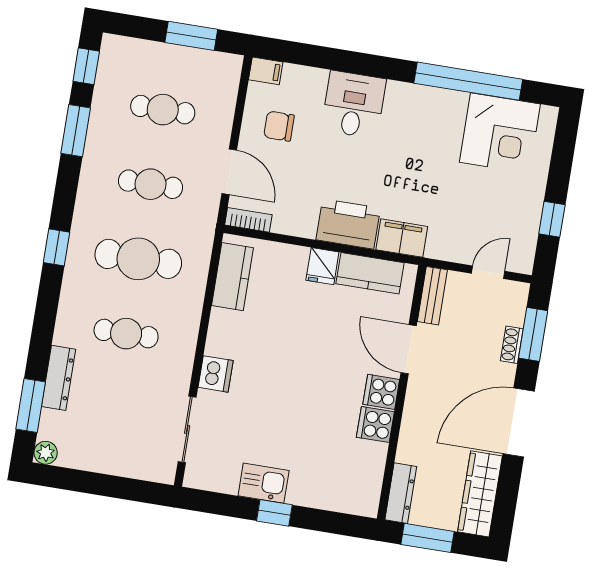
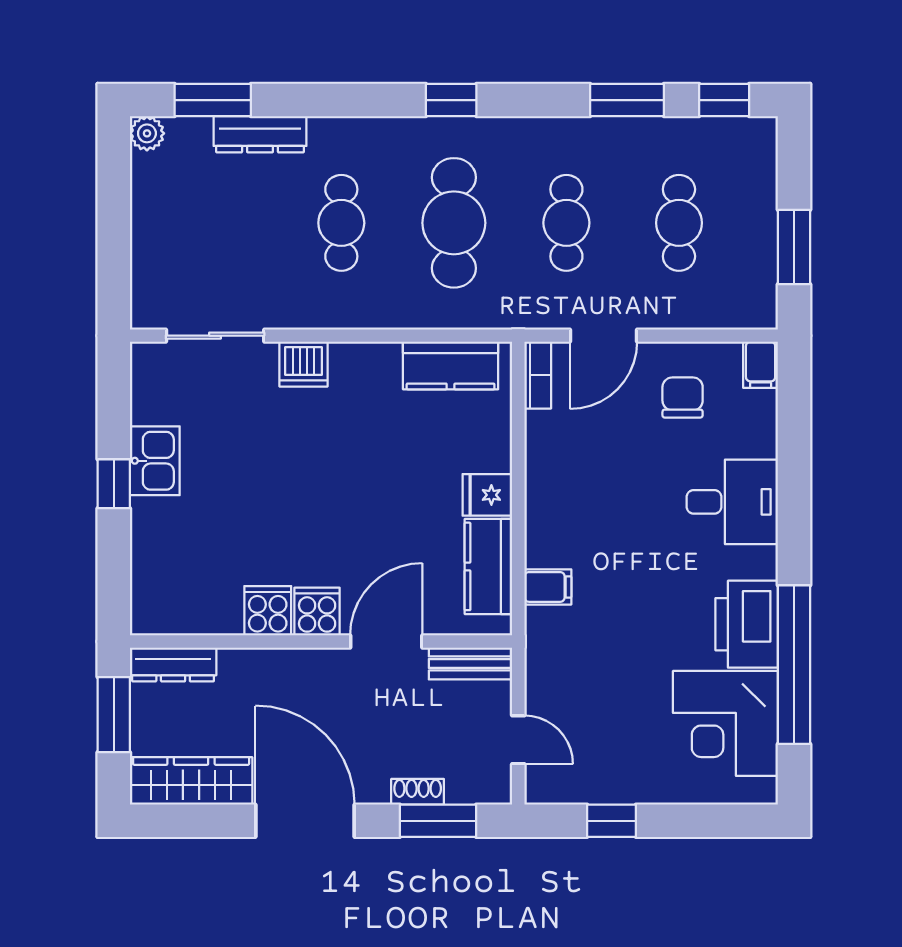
printer: (348, 224) -> (747, 624), moved, turned 180
filing cabinet: (402, 238) -> (548, 587), width x0.50

